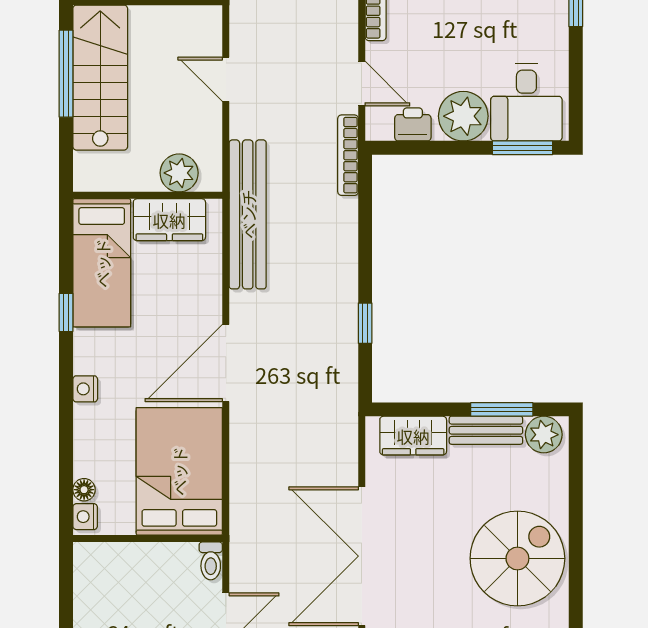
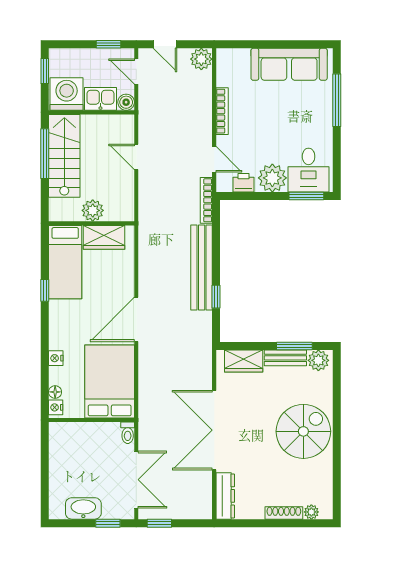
plant: (179, 173) -> (93, 210), moved
bench: (248, 214) -> (202, 268), moved
nightstand: (85, 389) -> (56, 358), moved

